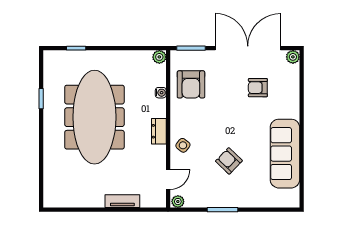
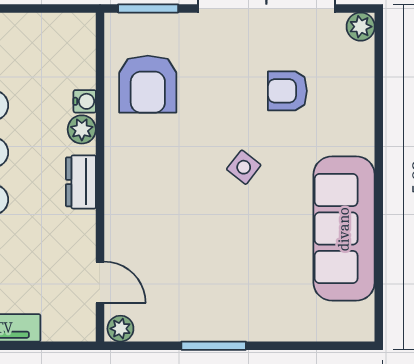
plant: (159, 57) -> (82, 129), moved
side table: (183, 145) -> (244, 167), moved
armchair: (229, 161) -> (227, 244), removed
door: (168, 179) -> (100, 282), hinge flipped

